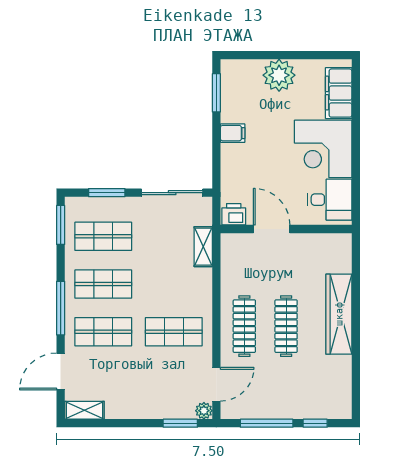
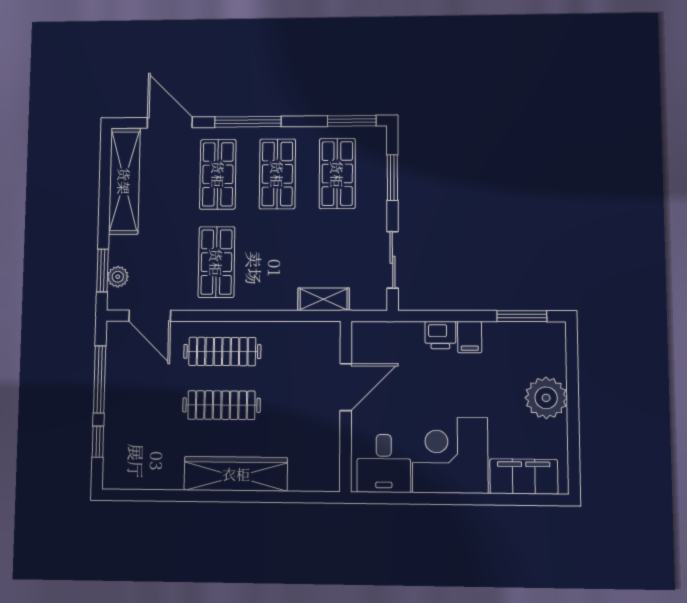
sliding door: (172, 193) -> (393, 260), width x0.73
printer: (234, 214) -> (440, 335), moved, turned 90
shelving: (84, 410) -> (124, 181), width x2.20, depth x1.33
plant: (204, 411) -> (118, 277), moved

